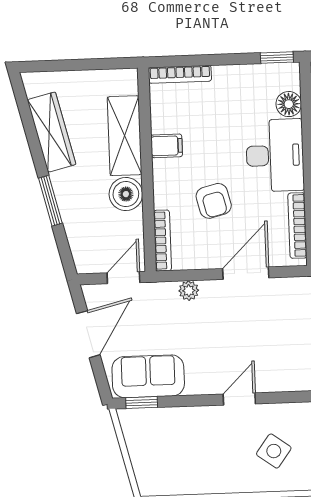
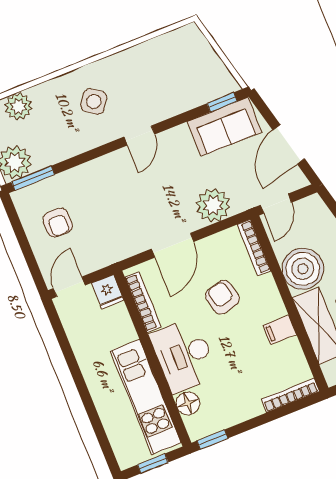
boiler: (126, 194) -> (303, 269), width x1.37, depth x1.37
plant: (189, 291) -> (213, 205), width x1.88, depth x1.88

